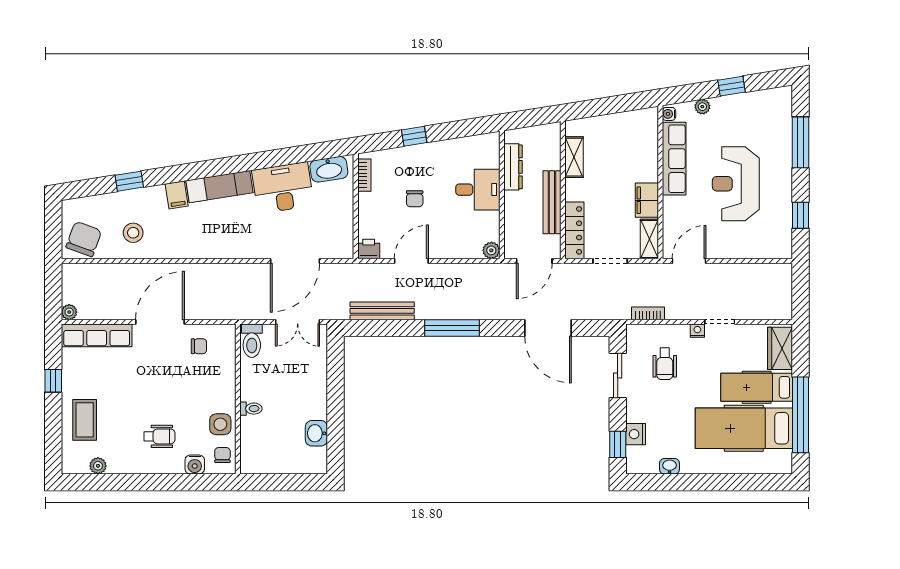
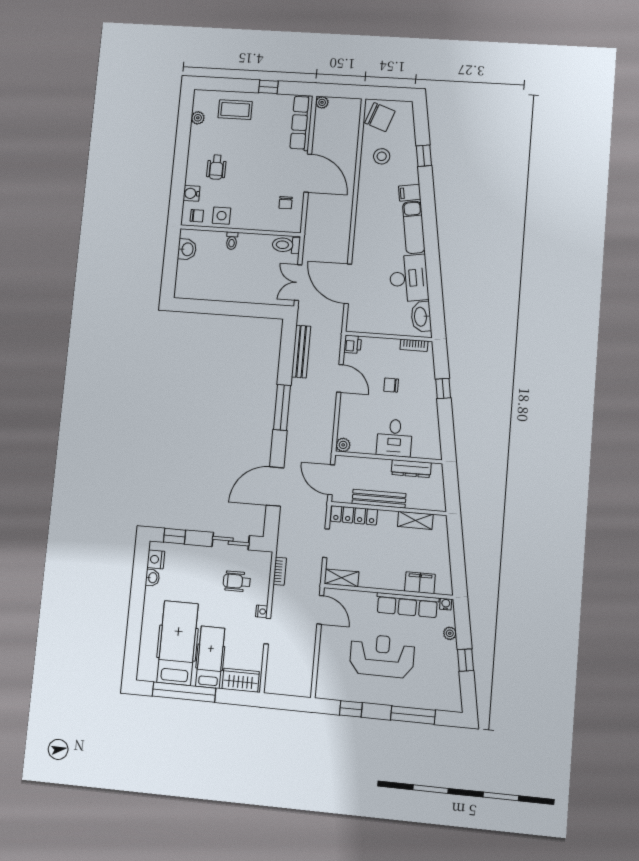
filing cabinet: (647, 200) -> (420, 583), moved
washbasin: (316, 433) -> (187, 249), moved, turned 90
nightstand: (636, 434) -> (156, 559), moved, turned -90

